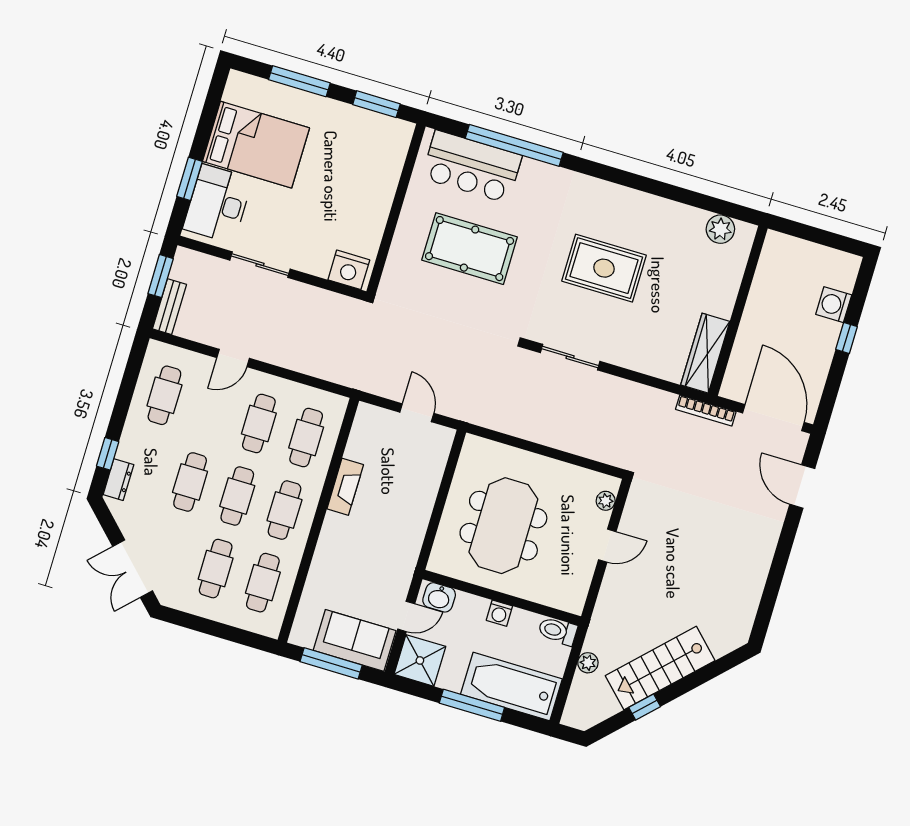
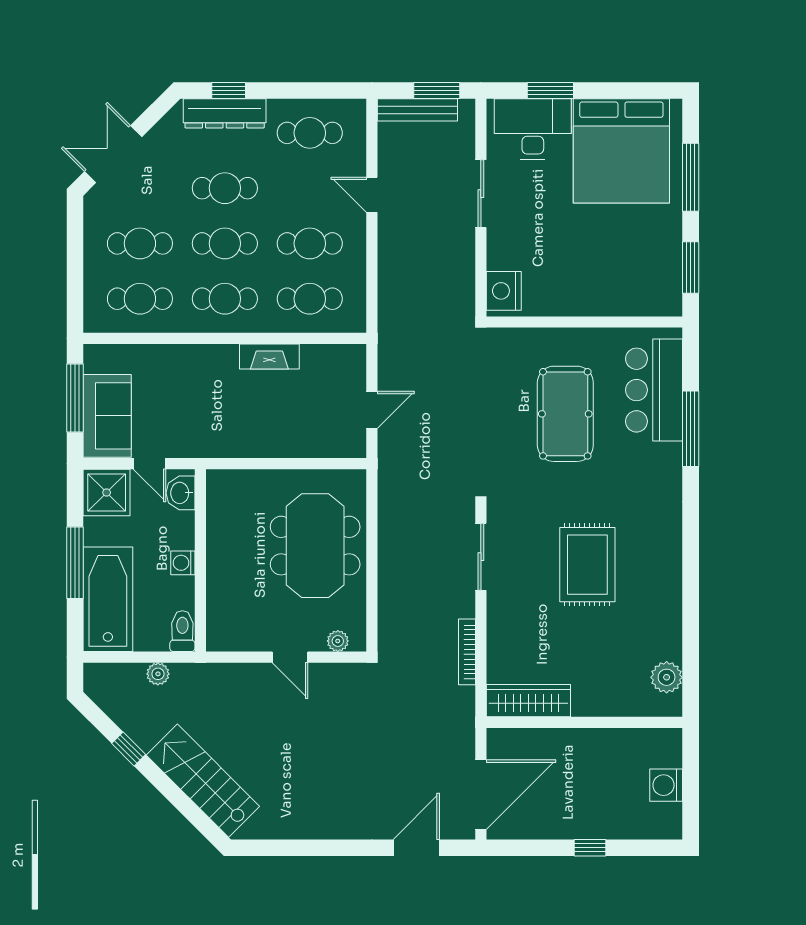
bed: (256, 145) -> (621, 151), width x1.36
window: (514, 145) -> (691, 429), width x0.68
washing machine: (834, 305) -> (666, 785), moved, turned -90
bench: (170, 307) -> (417, 110), width x1.36
bookcase: (706, 410) -> (467, 652), moved
dresser: (118, 480) -> (225, 113), width x1.96, depth x1.24
meeting table: (503, 526) -> (315, 546), moved, turned 90
stairs: (660, 668) -> (203, 781), moved

